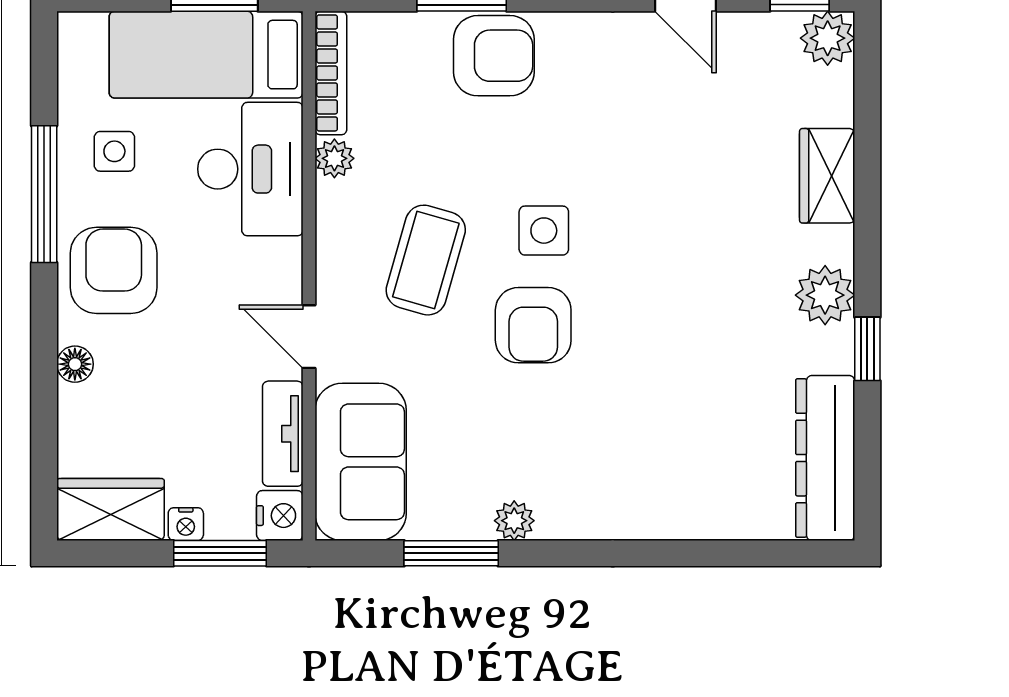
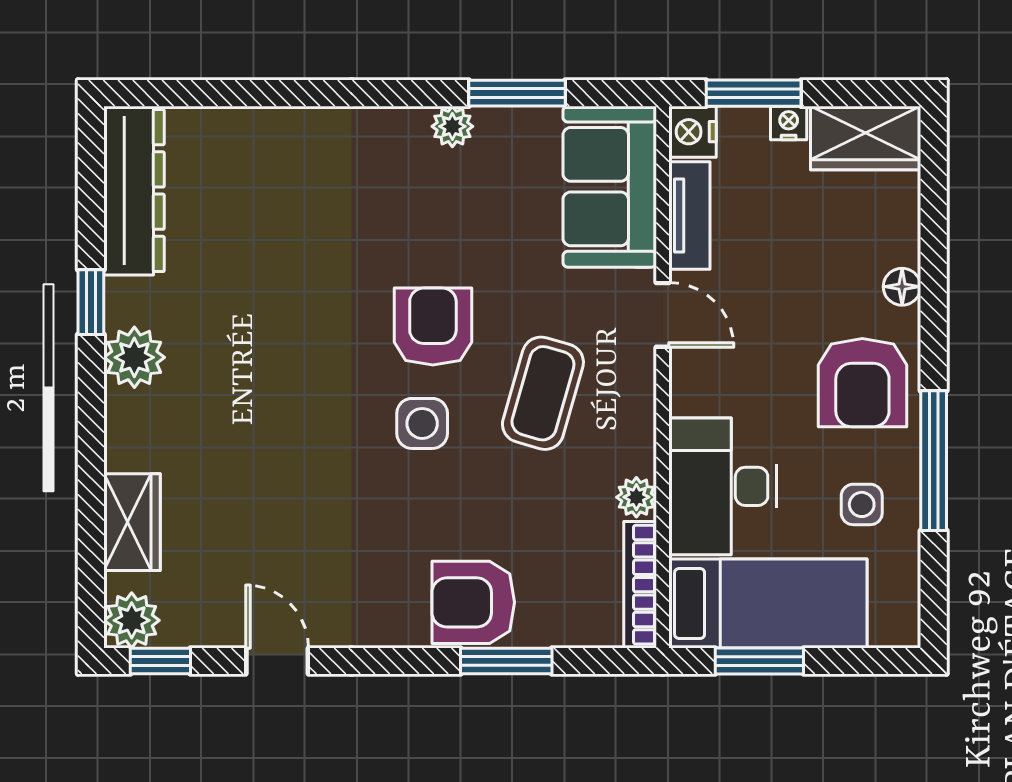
wardrobe: (827, 176) -> (132, 522), moved

